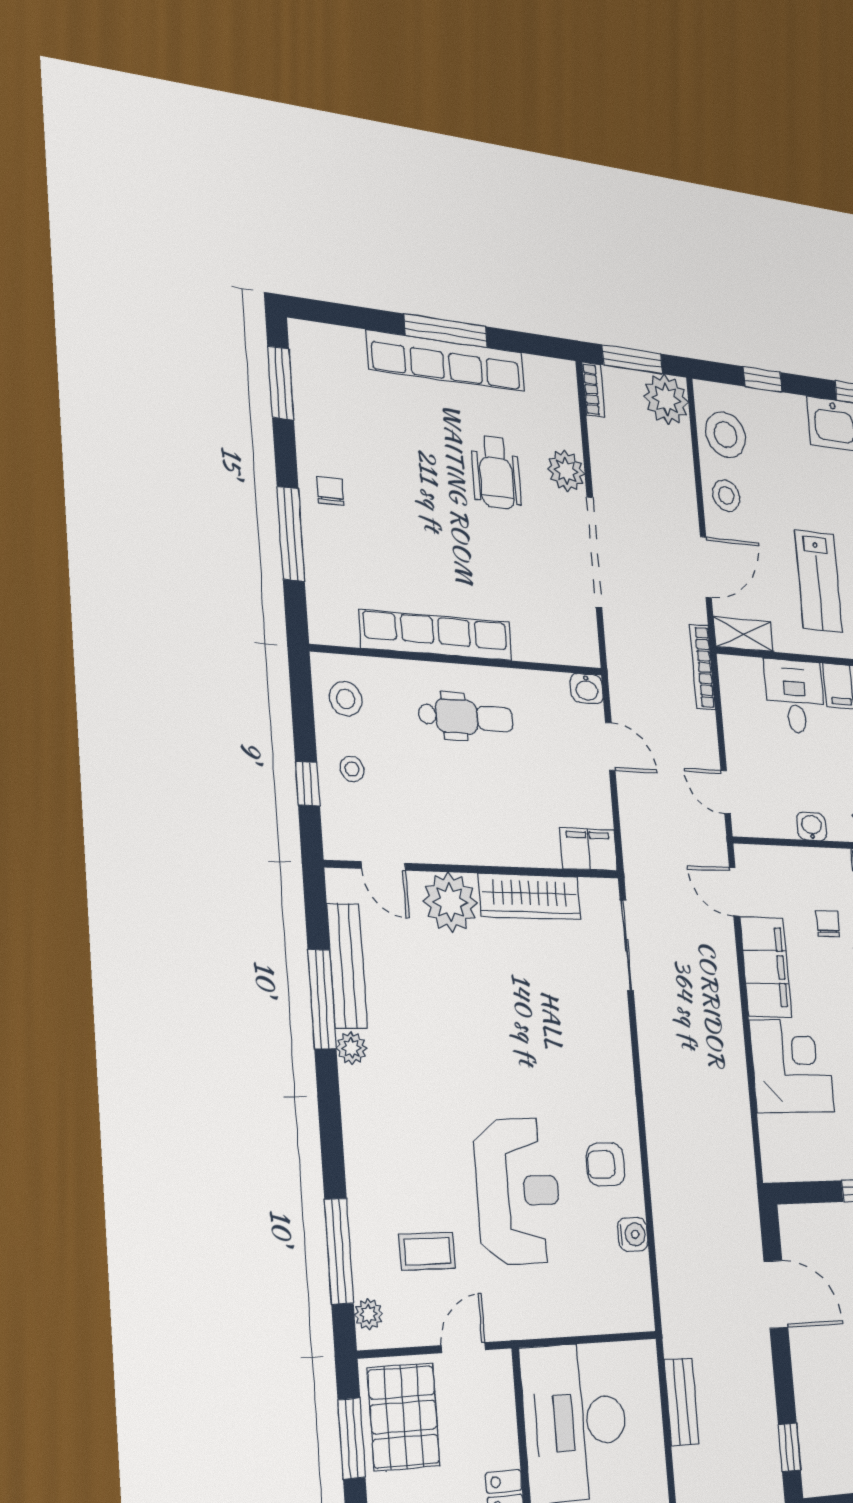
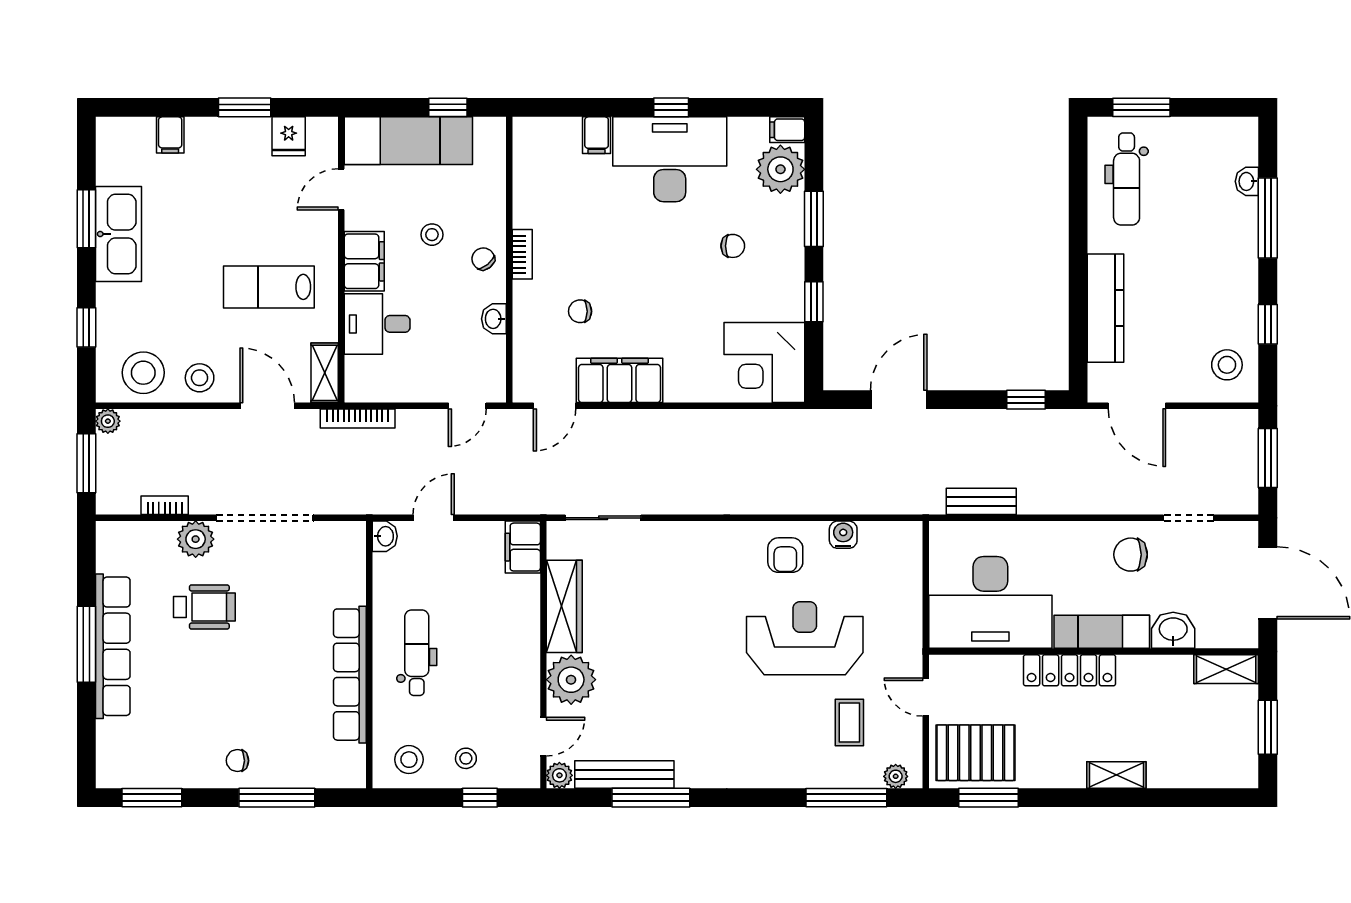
bookcase: (594, 390) -> (165, 505), moved
plant: (666, 399) -> (108, 421), width x0.53, depth x0.53
lab bench: (818, 581) -> (269, 287), turned 180
plant: (352, 1048) -> (559, 775), moved
corner desk: (792, 1066) -> (764, 363), moved, turned -90

